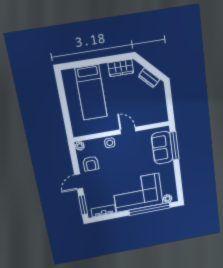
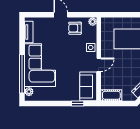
cot: (161, 110) -> (111, 95), added
window: (174, 146) -> (78, 104), width x0.46
sofa: (162, 148) -> (88, 86), moved, turned -90
window: (83, 205) -> (38, 15), removed

